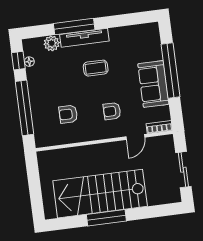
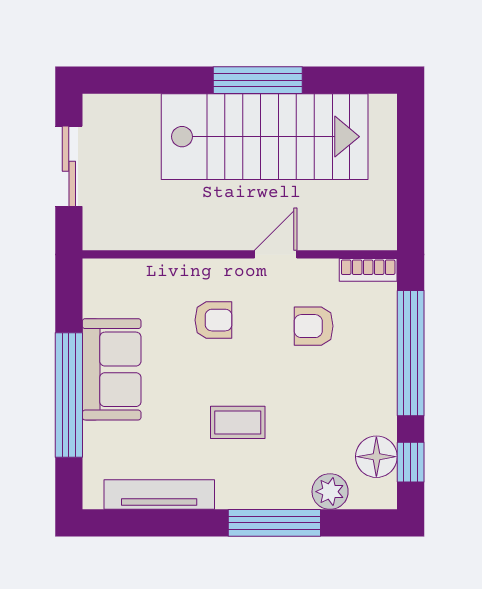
tv unit: (84, 38) -> (159, 495), moved
floor lamp: (29, 62) -> (376, 457), width x1.89, depth x1.89
armchair: (68, 114) -> (314, 326), turned 180
bookcase: (159, 127) -> (368, 270), moved
door: (135, 137) -> (276, 254), moved

